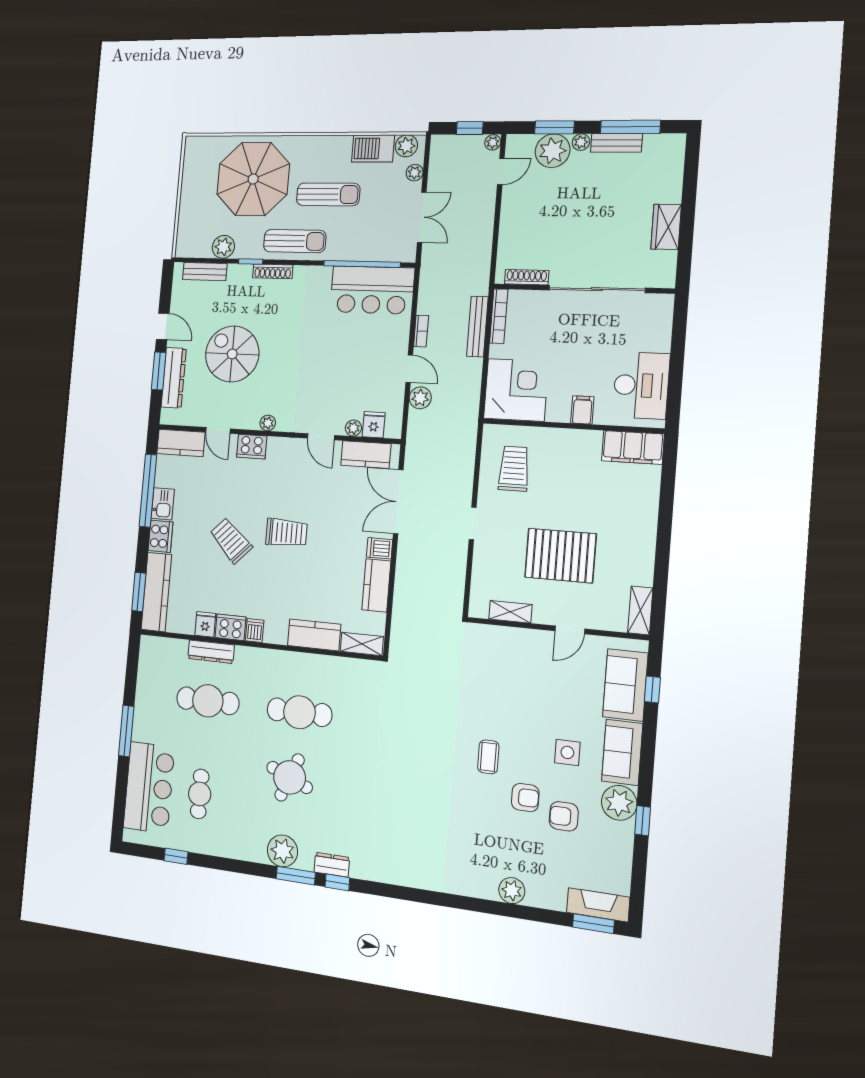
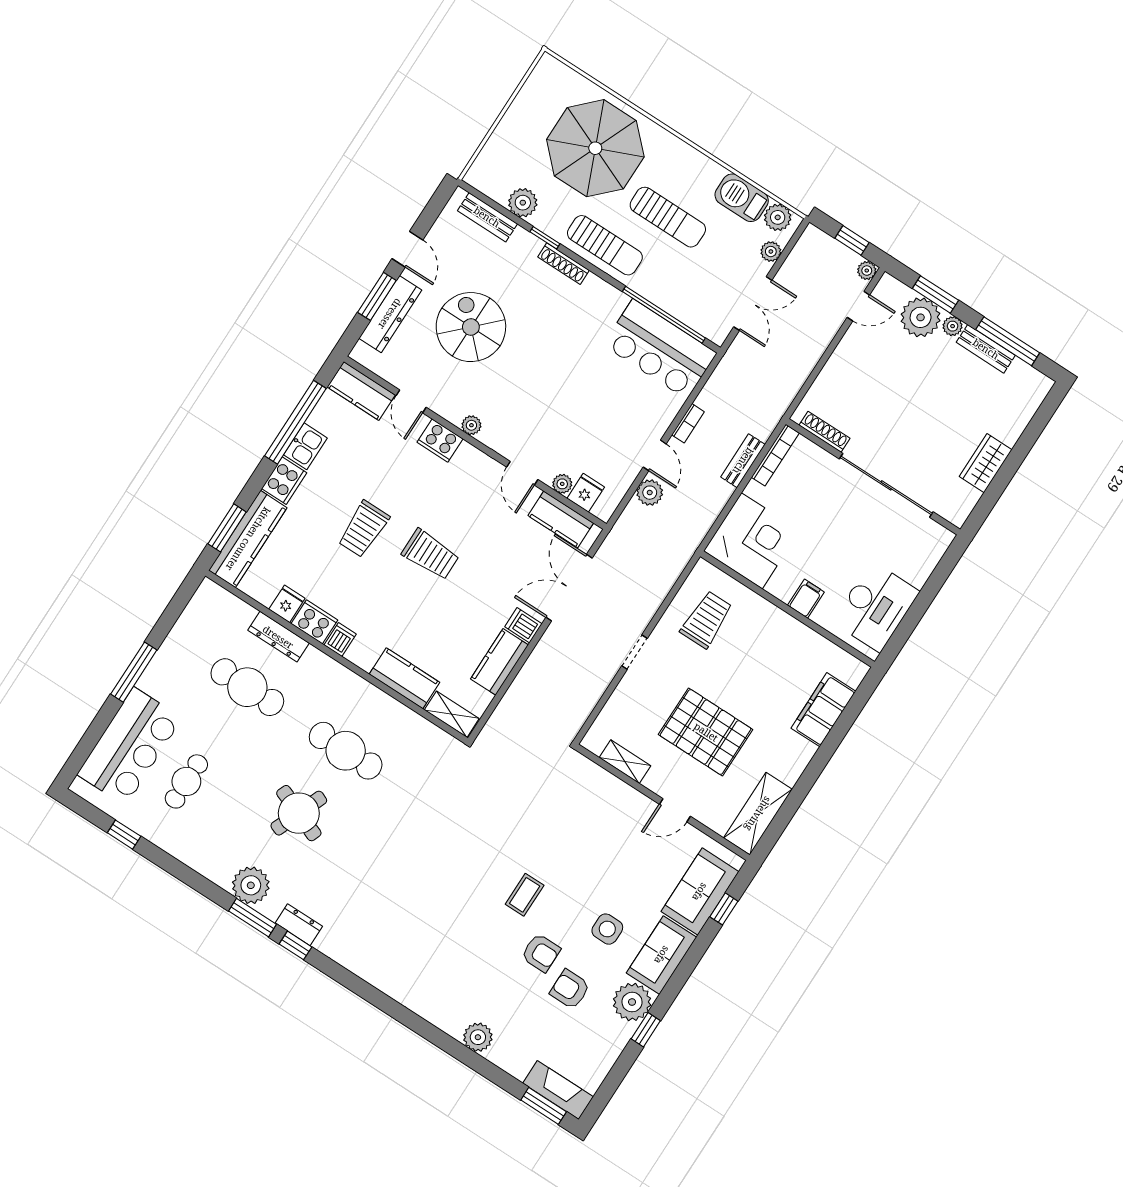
bench: (477, 326) -> (743, 461), width x0.73
filing cabinet: (633, 447) -> (823, 710), moved, turned 90
trolley: (231, 540) -> (364, 529), turned -134
shelving: (640, 610) -> (758, 814), width x1.50, depth x1.33

